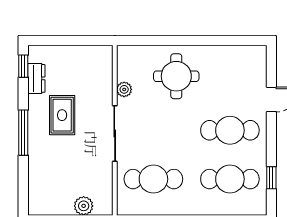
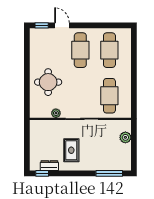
rug: (62, 115) -> (71, 150), turned 90
window: (23, 133) -> (109, 173), moved
window: (271, 178) -> (42, 25), moved

